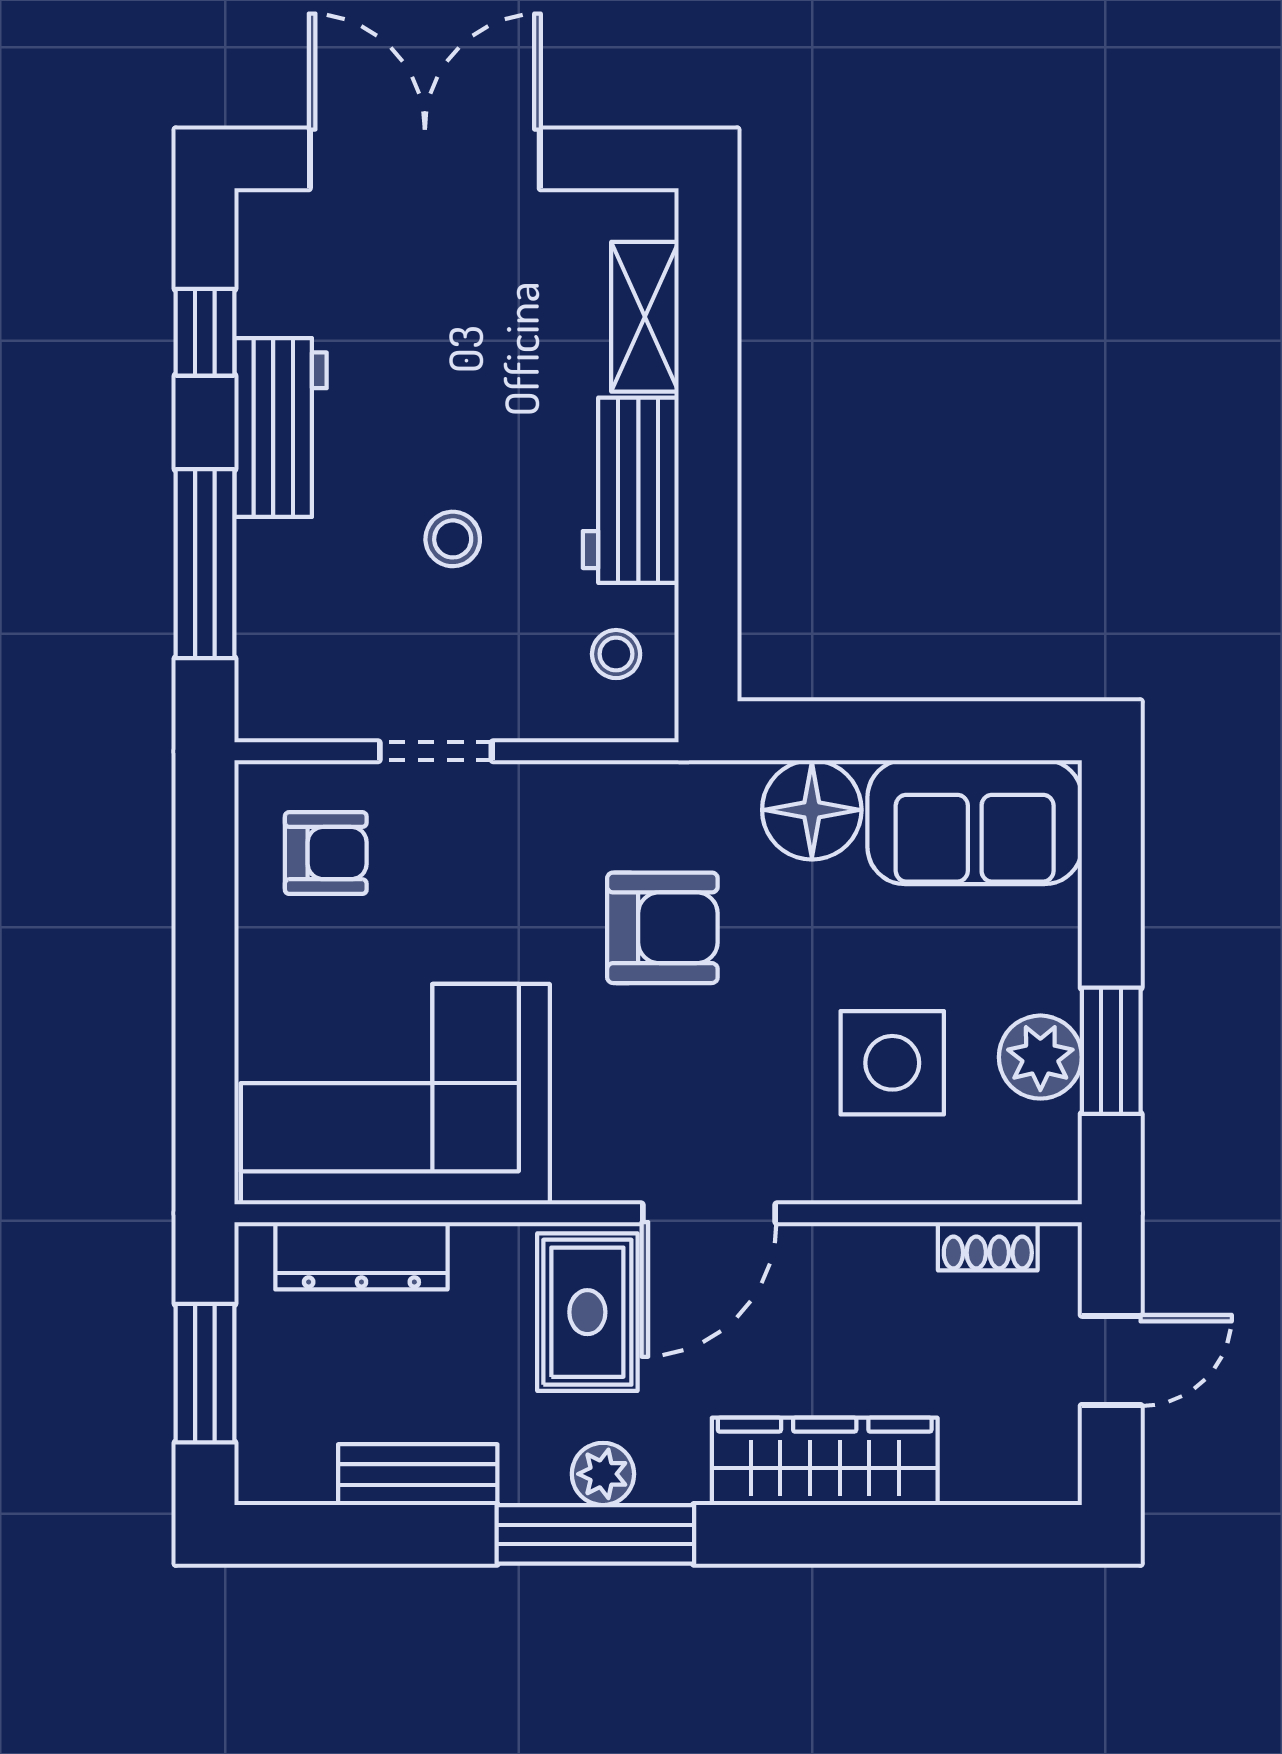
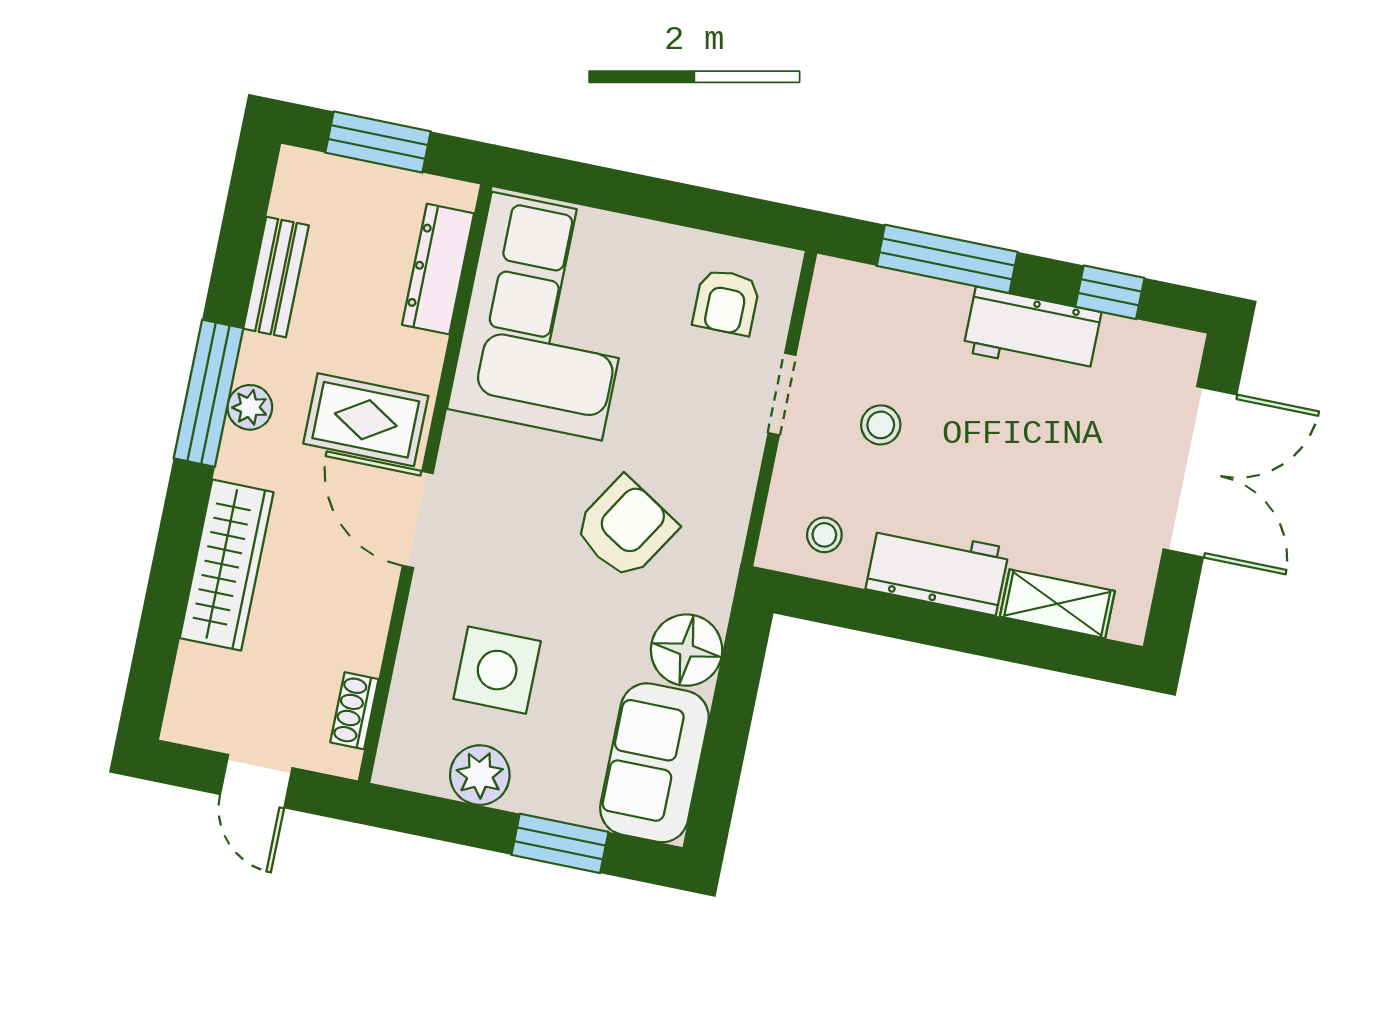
stool: (453, 539) -> (881, 425), moved
armchair: (662, 928) -> (625, 528), turned -148
window: (1111, 1051) -> (560, 843), moved

